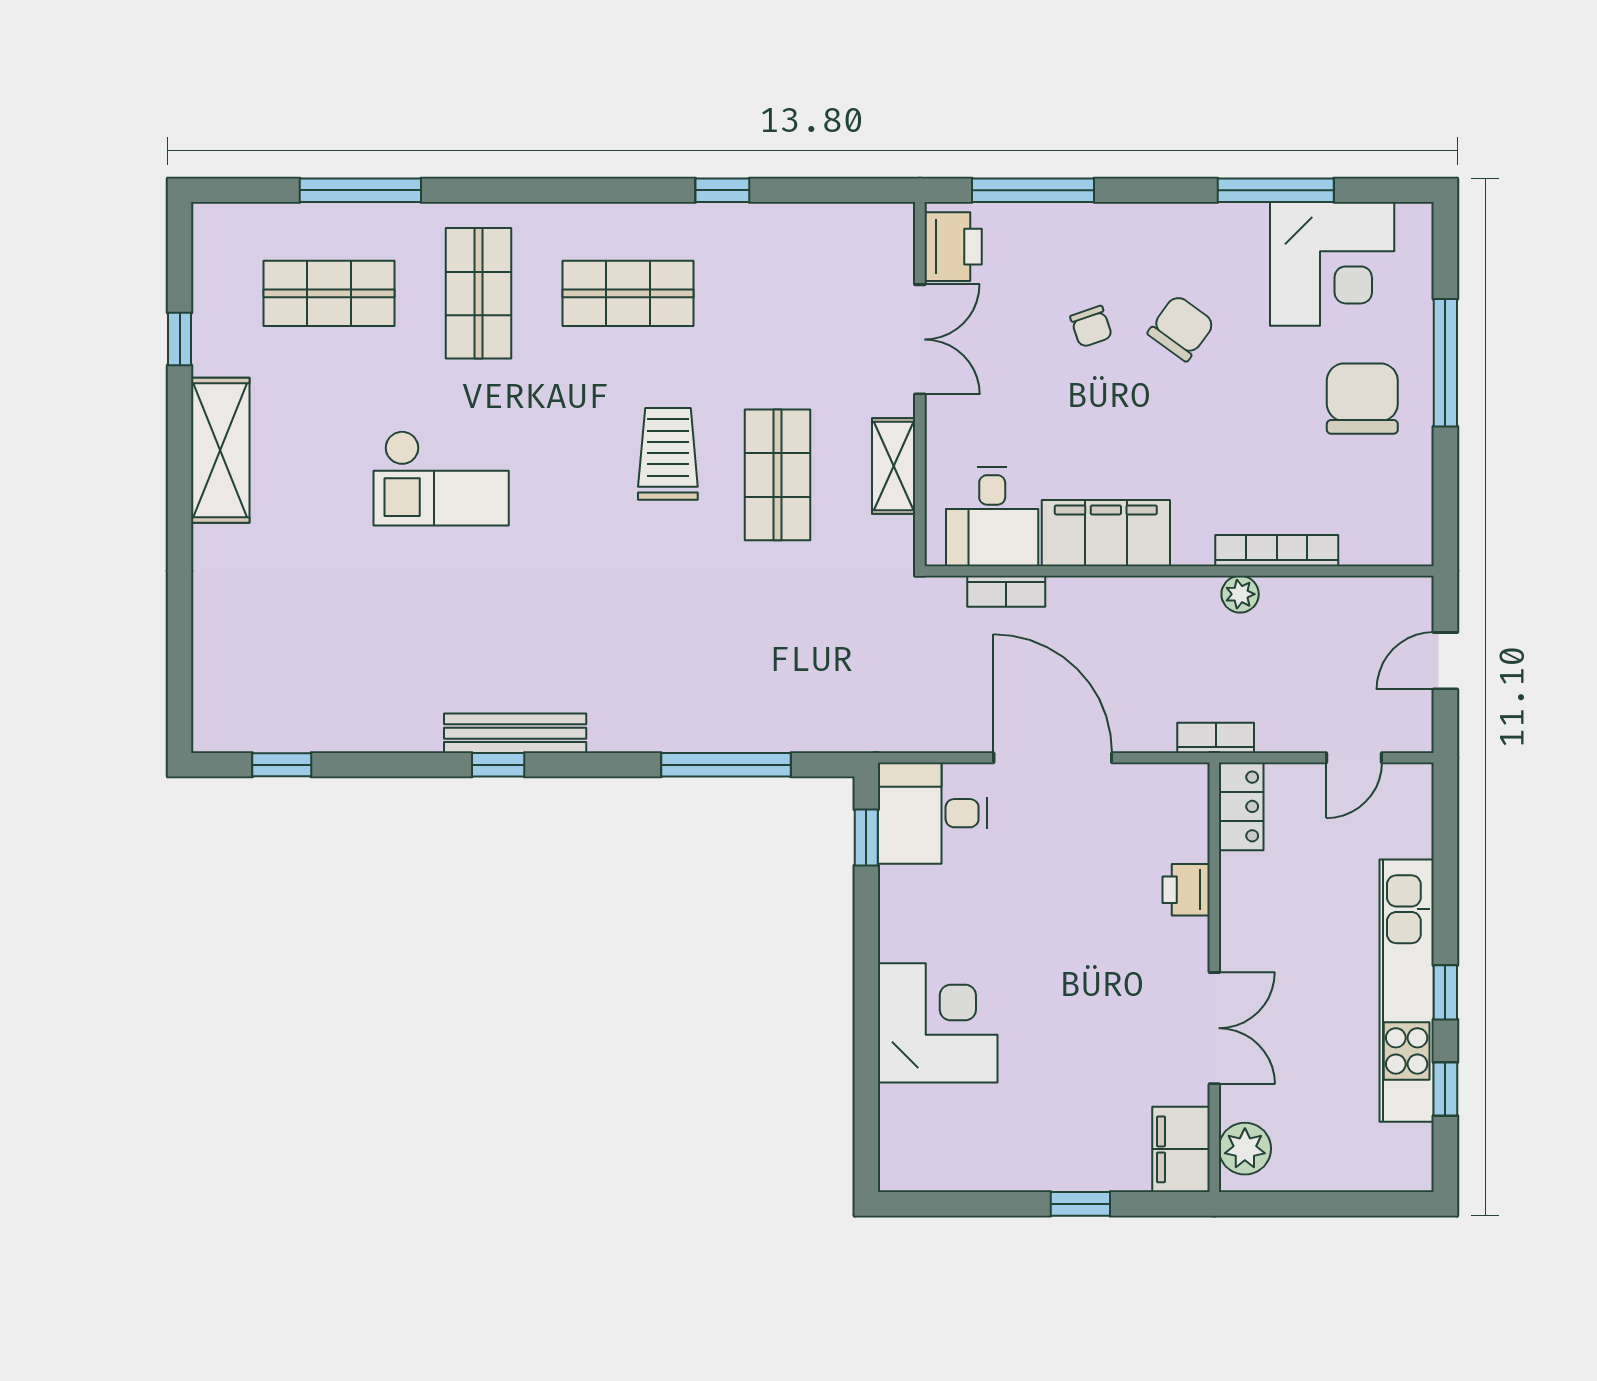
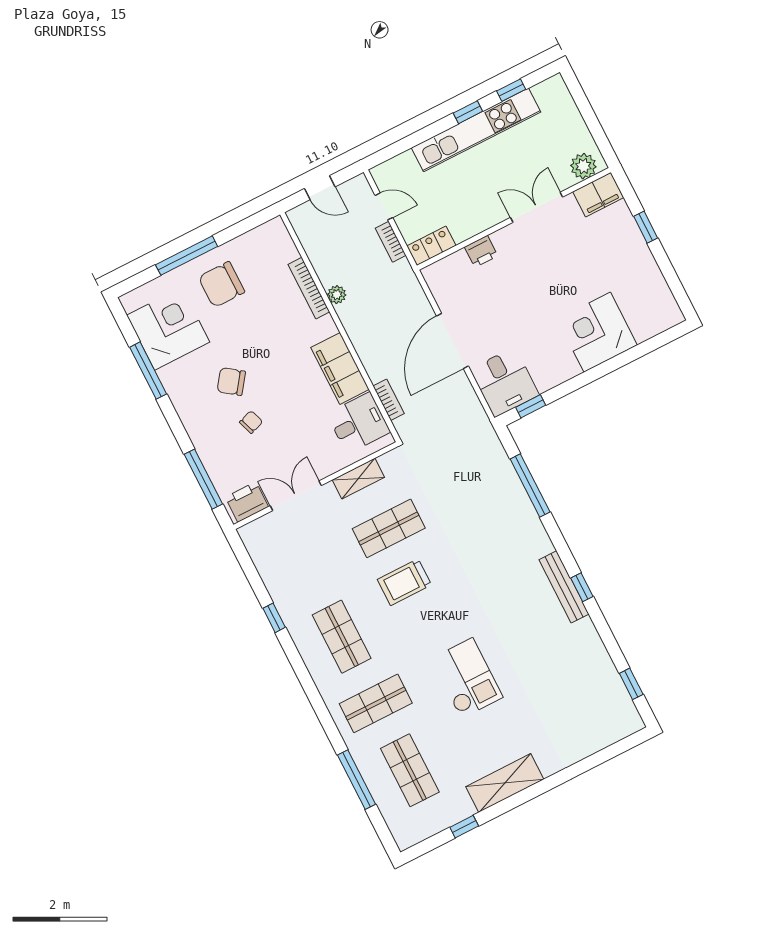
bookcase: (1216, 738) -> (391, 242), moved

